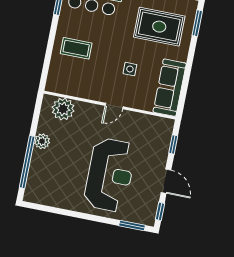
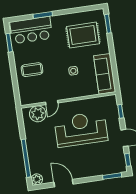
door: (114, 106) -> (52, 102), moved
plant: (42, 141) -> (37, 179), moved
reception desk: (110, 175) -> (81, 129), moved, turned -90
door: (65, 212) -> (63, 183), added

